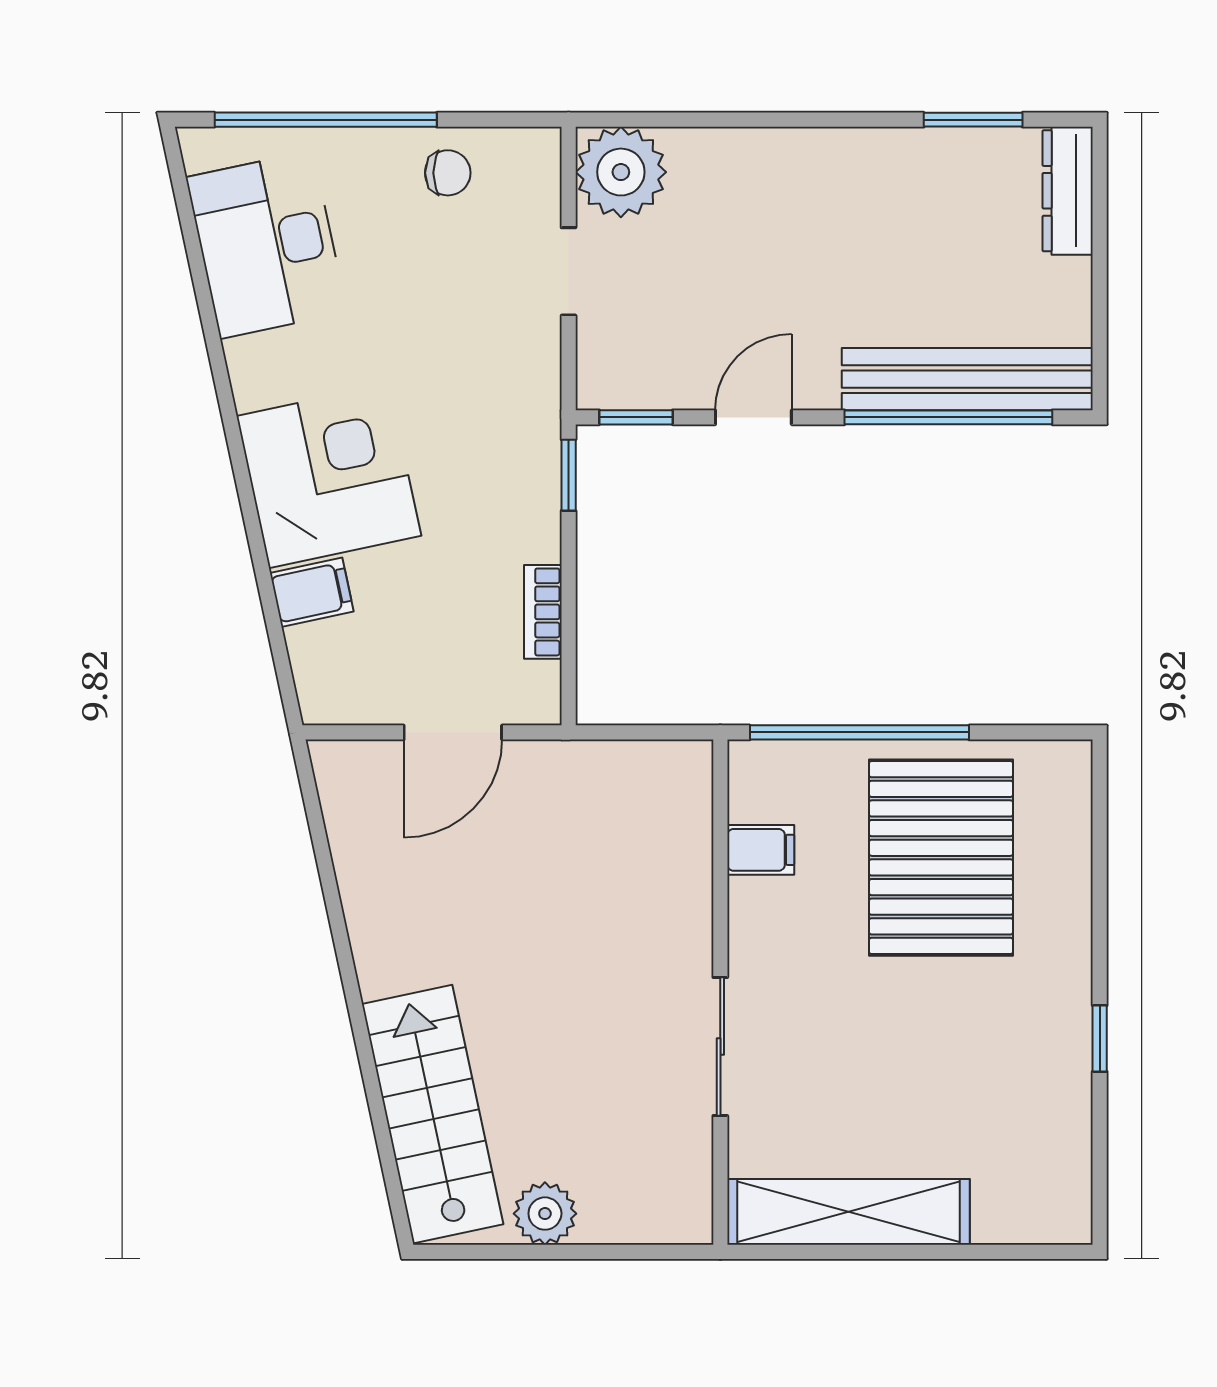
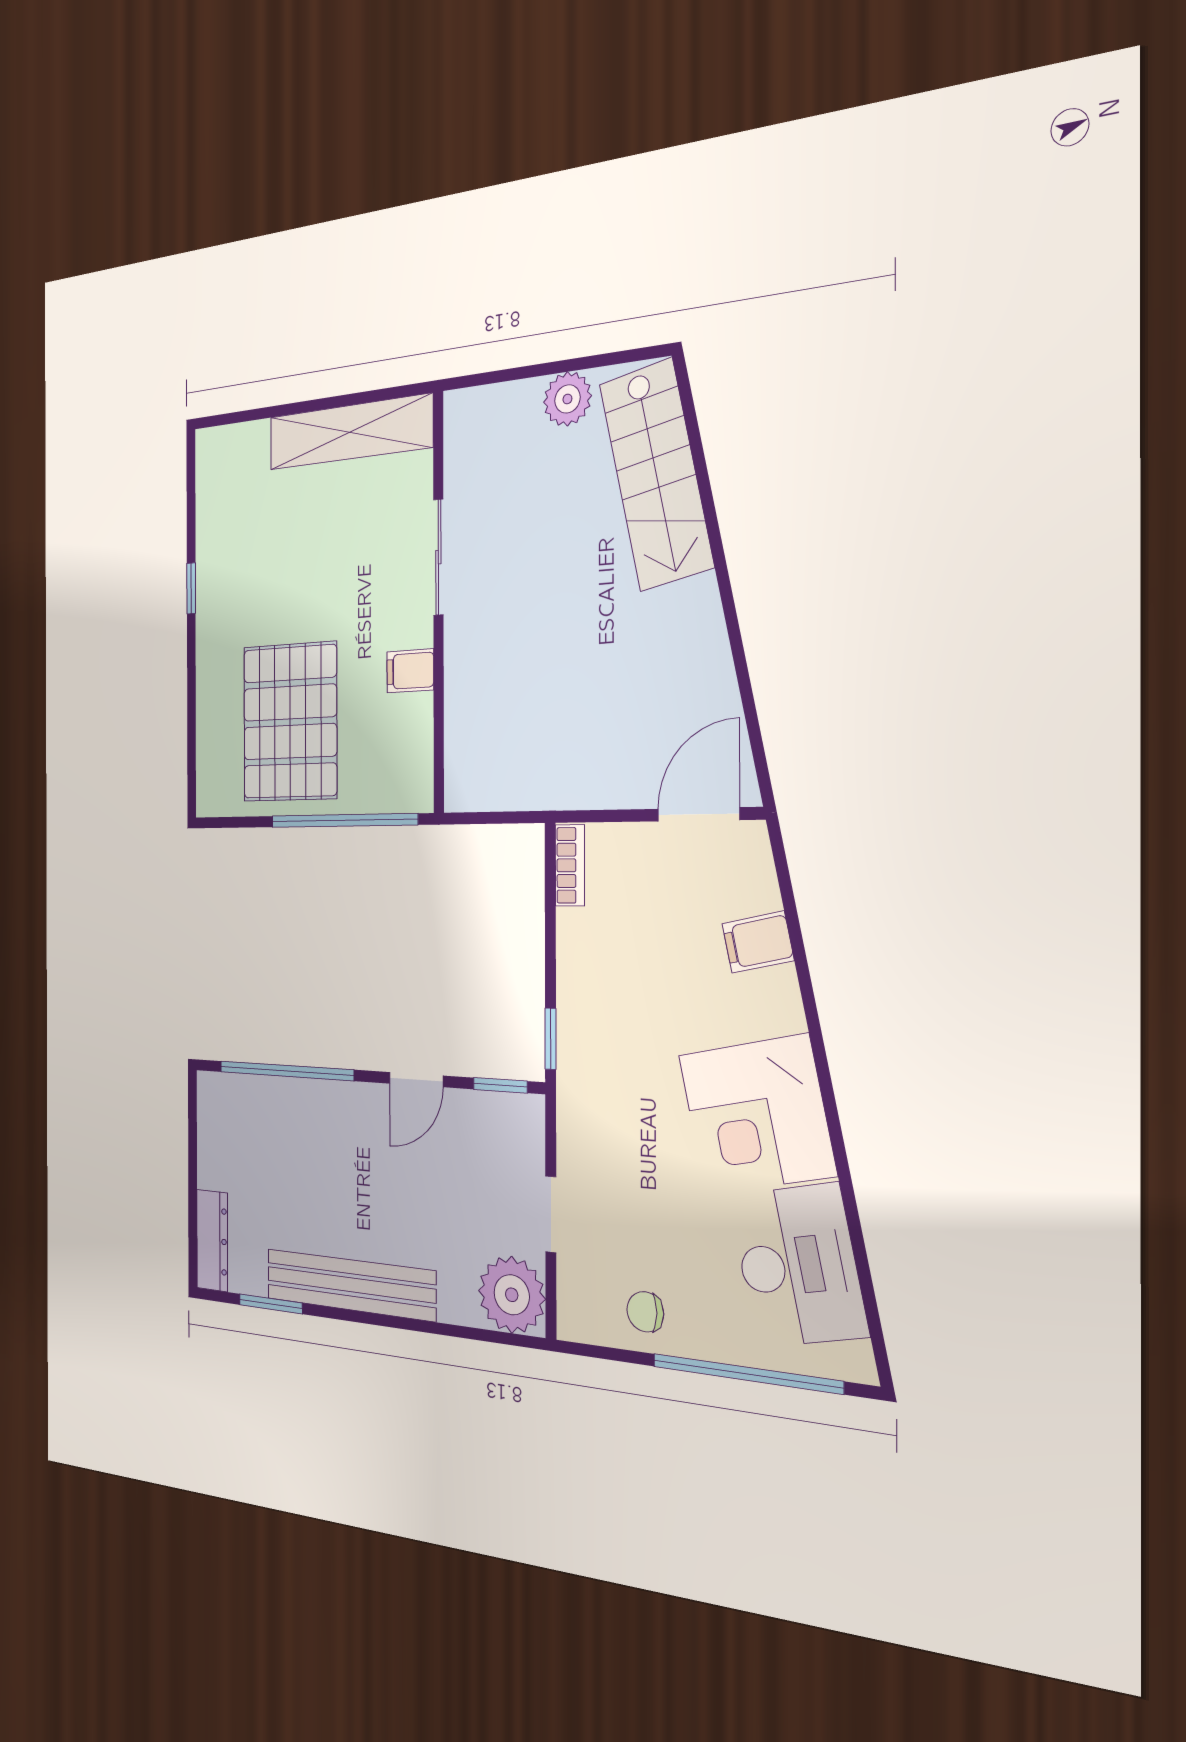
bench: (967, 379) -> (350, 1285), moved
corner desk: (329, 476) -> (757, 1115), moved
bookcase: (543, 612) -> (570, 865), moved
door: (453, 732) -> (698, 814), moved
filing cabinet: (761, 850) -> (410, 671), moved

